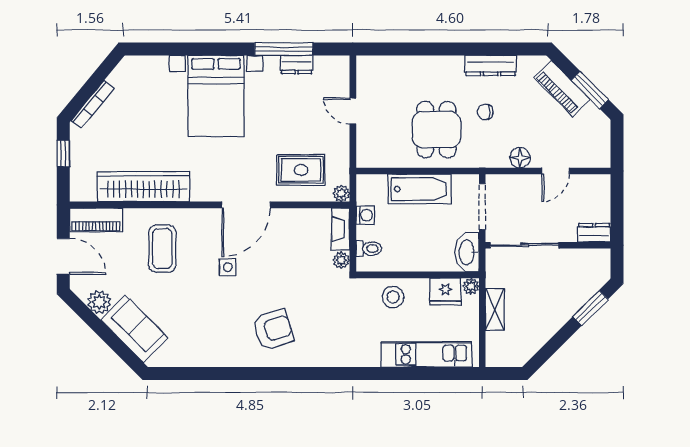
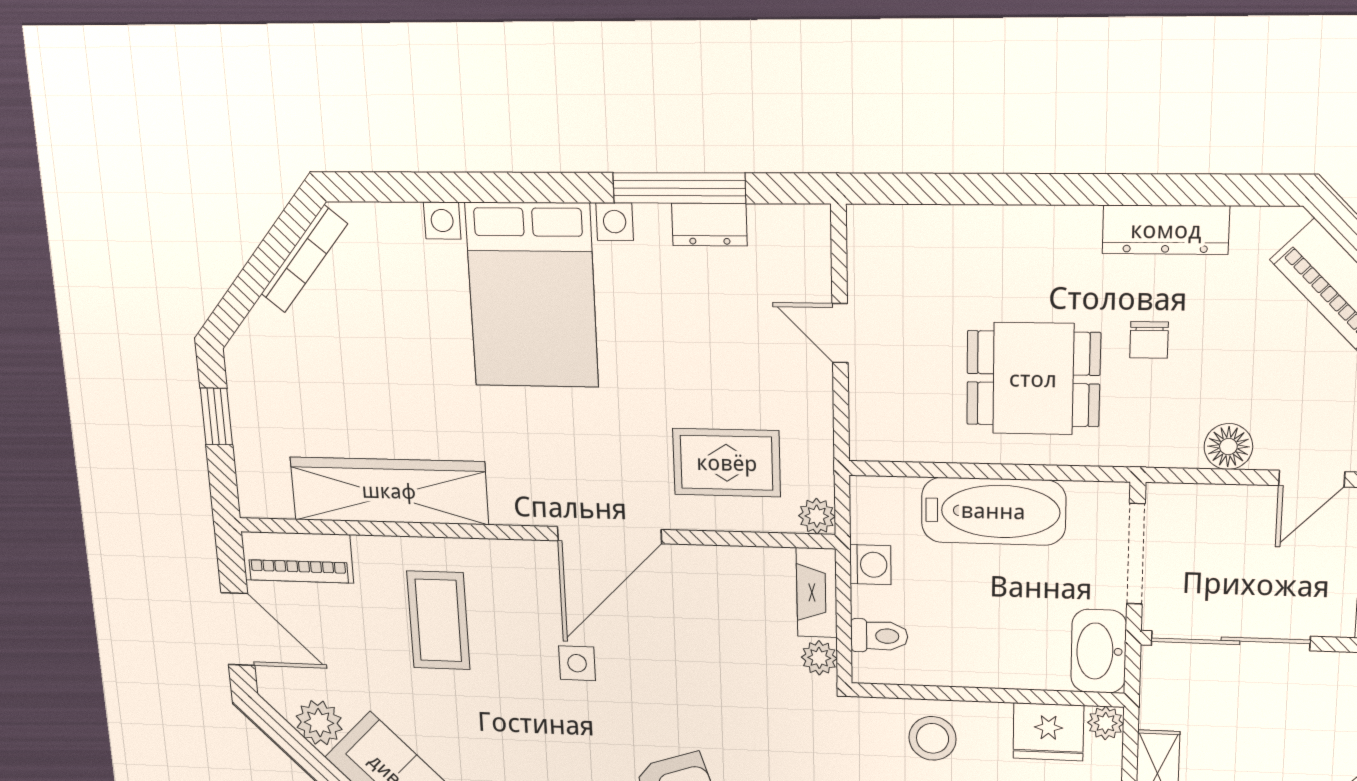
bookcase: (93, 105) -> (304, 259), moved
chair: (485, 112) -> (1149, 340), turned -90
dining table: (436, 130) -> (1033, 379), turned 90

